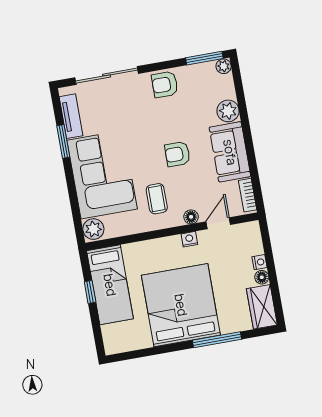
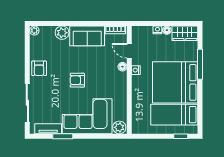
window: (204, 58) -> (27, 41), removed
armchair: (177, 154) -> (77, 80), moved, turned 90
coffee table: (157, 199) -> (108, 86), removed
bed: (110, 285) -> (174, 115), moved, turned 180
window: (90, 292) -> (181, 136), moved

